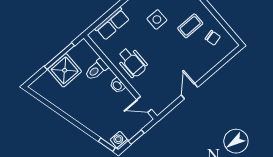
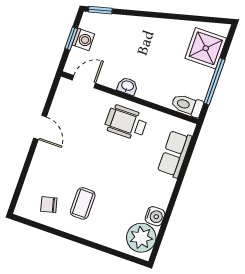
side table: (157, 19) -> (126, 189), removed
shower: (65, 70) -> (206, 48), moved
toilet: (96, 70) -> (187, 105), moved, turned -90
washing machine: (119, 140) -> (83, 39), moved

